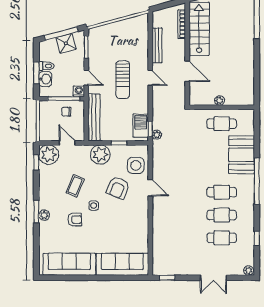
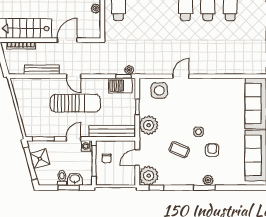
door: (150, 78) -> (74, 76), swing flipped
sun lounger: (123, 80) -> (75, 103), width x1.36, depth x1.34
armchair: (118, 188) -> (181, 108), removed

